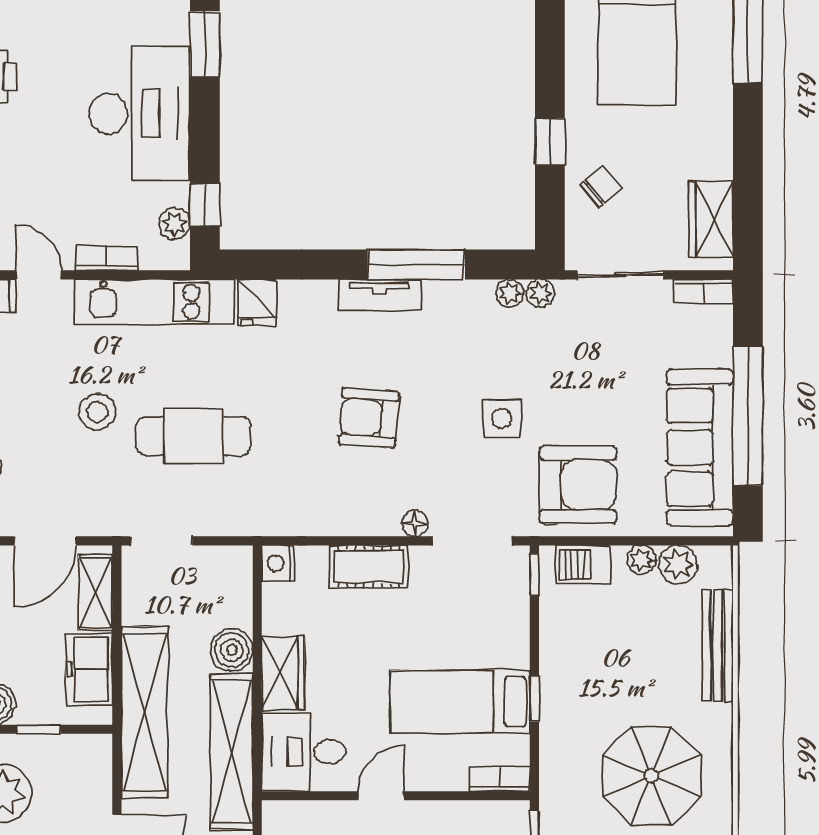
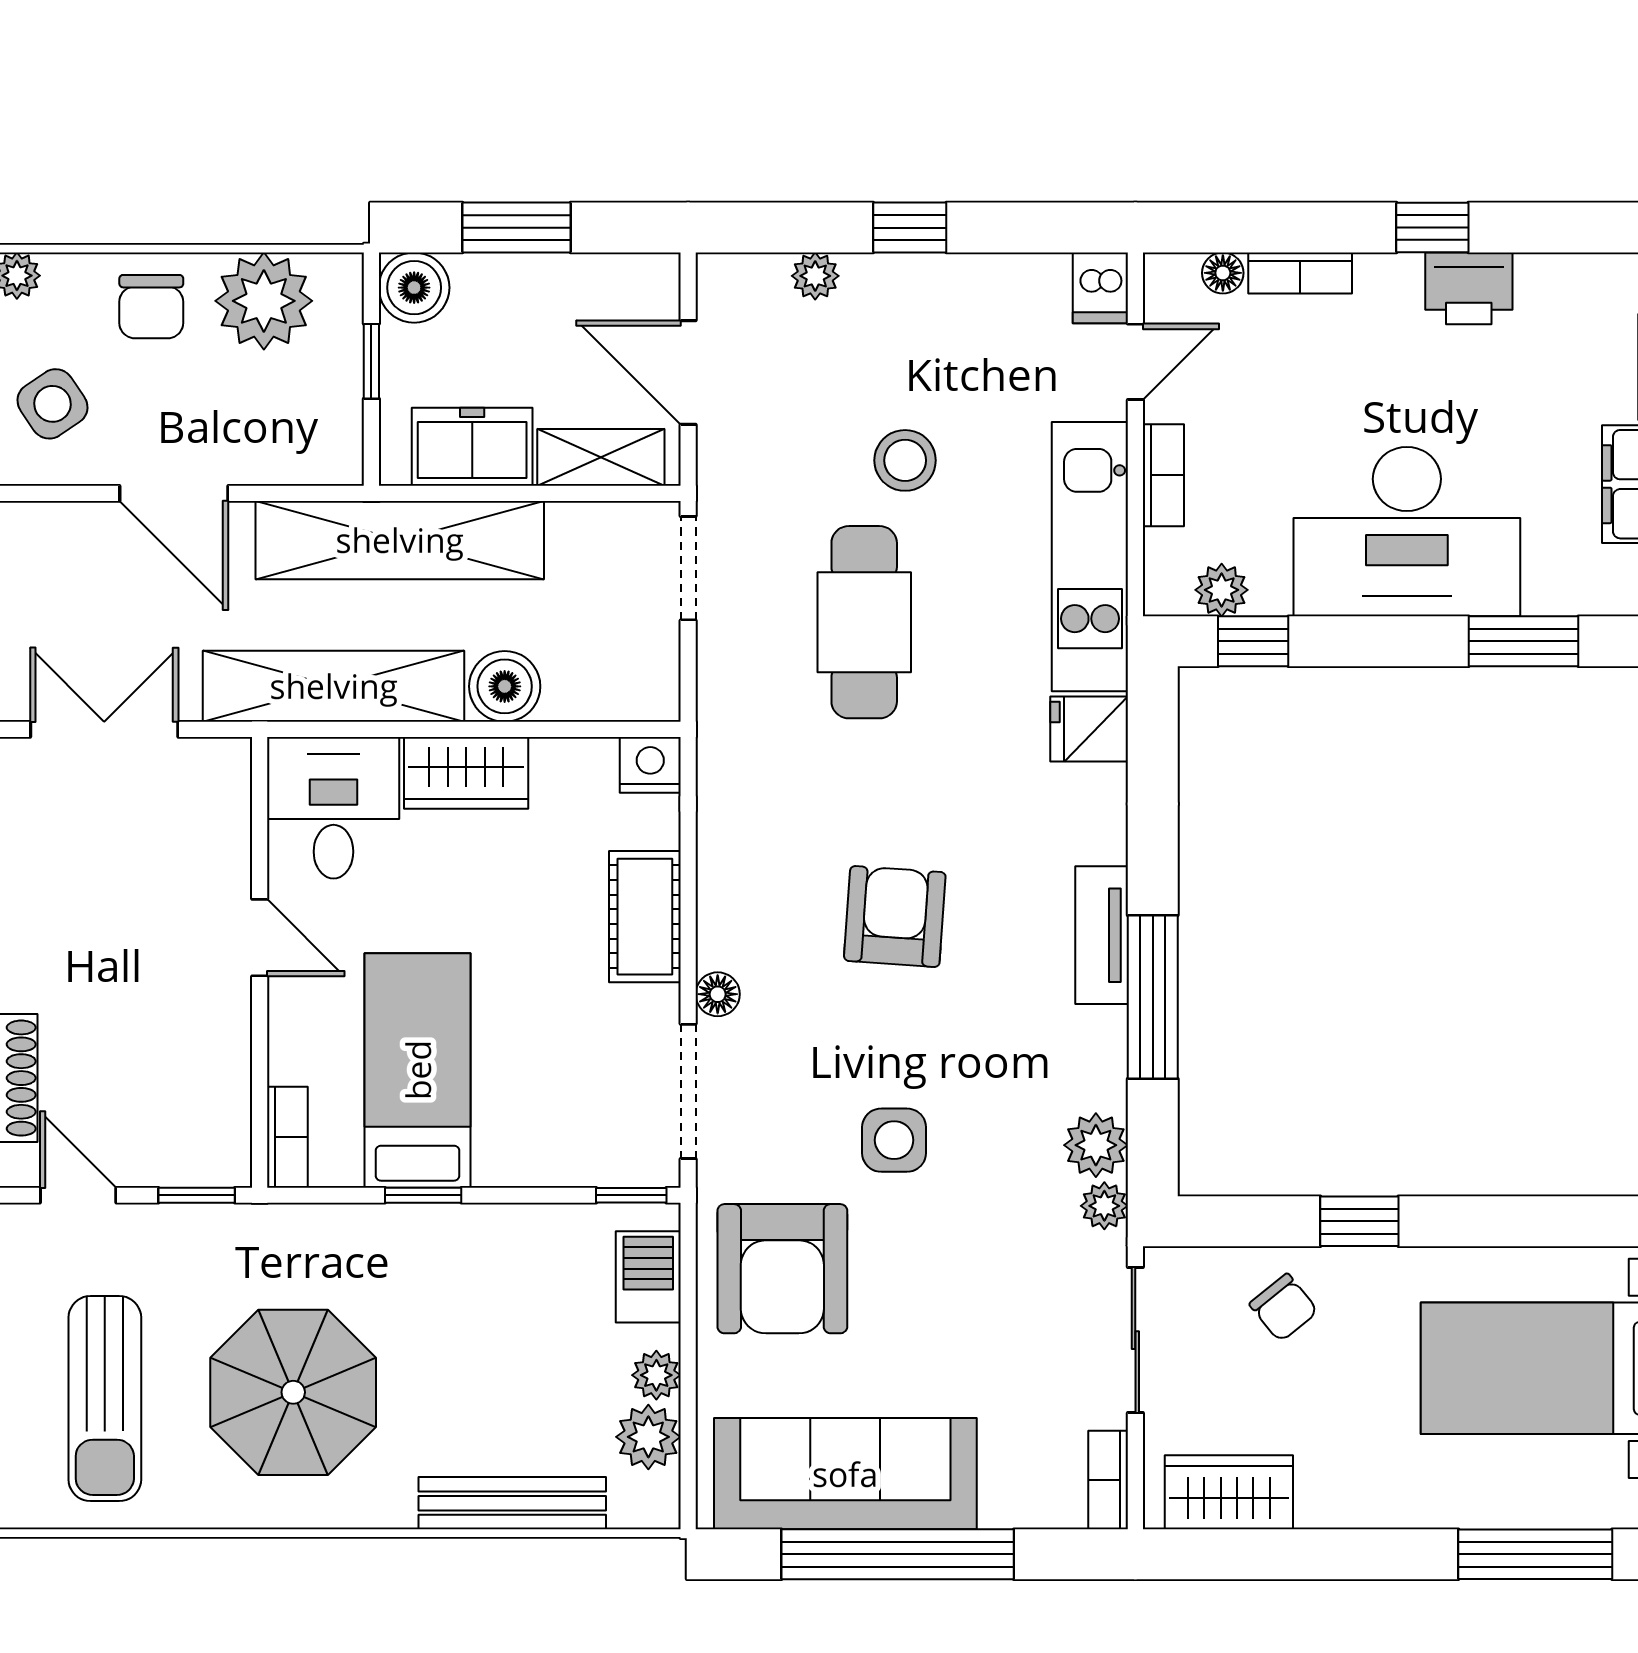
plant: (510, 293) -> (1096, 1145), width x1.38, depth x1.38

